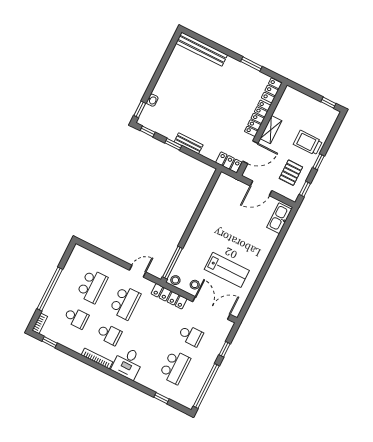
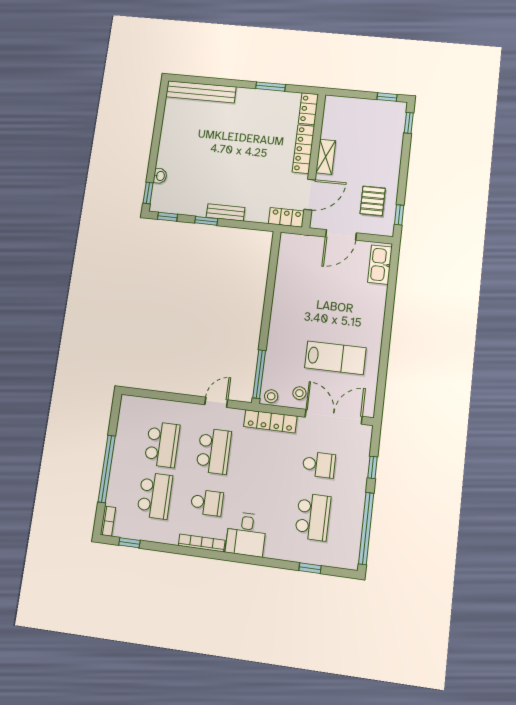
trolley: (308, 143) -> (380, 156), removed
window: (319, 162) -> (409, 123), moved
school desk: (76, 318) -> (155, 496), width x1.85

